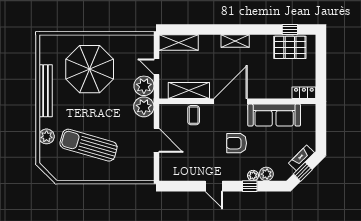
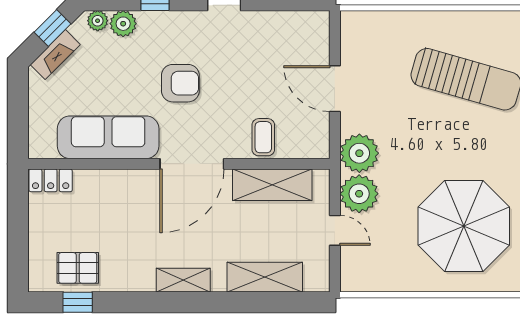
shelving: (179, 43) -> (265, 277), moved
pallet: (290, 47) -> (78, 268), width x0.67, depth x0.71
plant: (253, 176) -> (98, 21), moved

